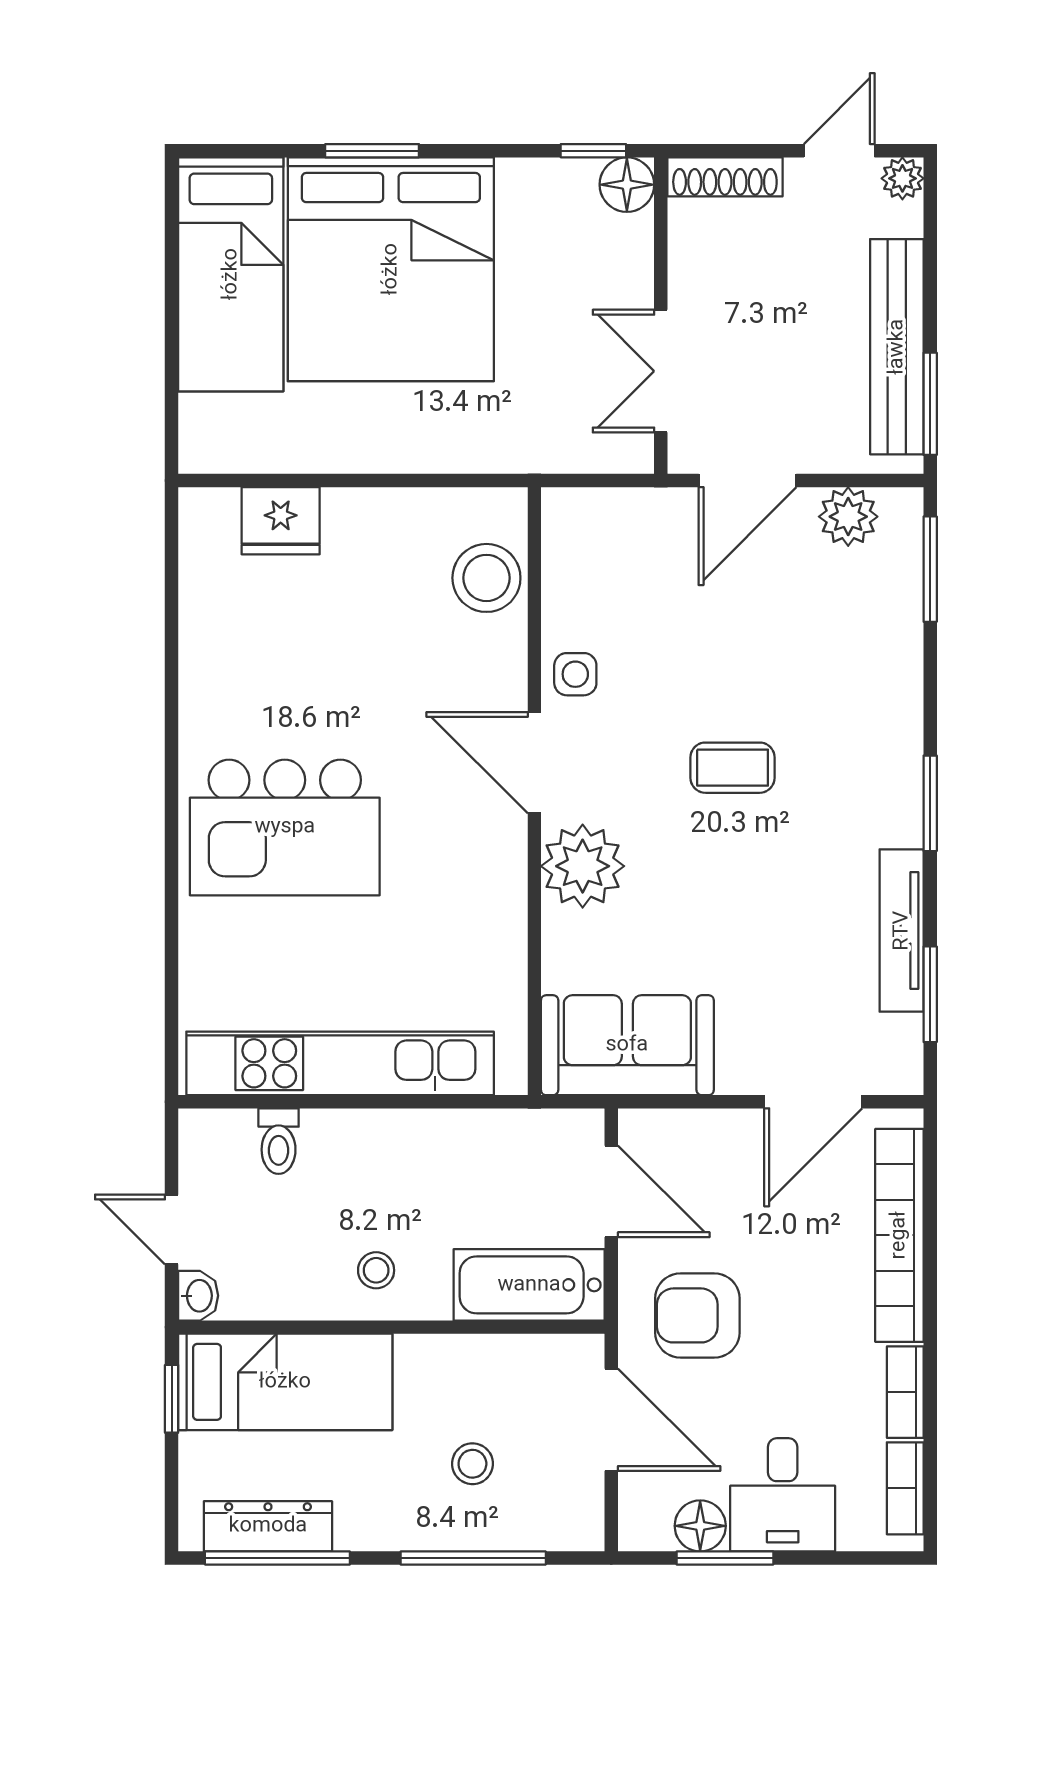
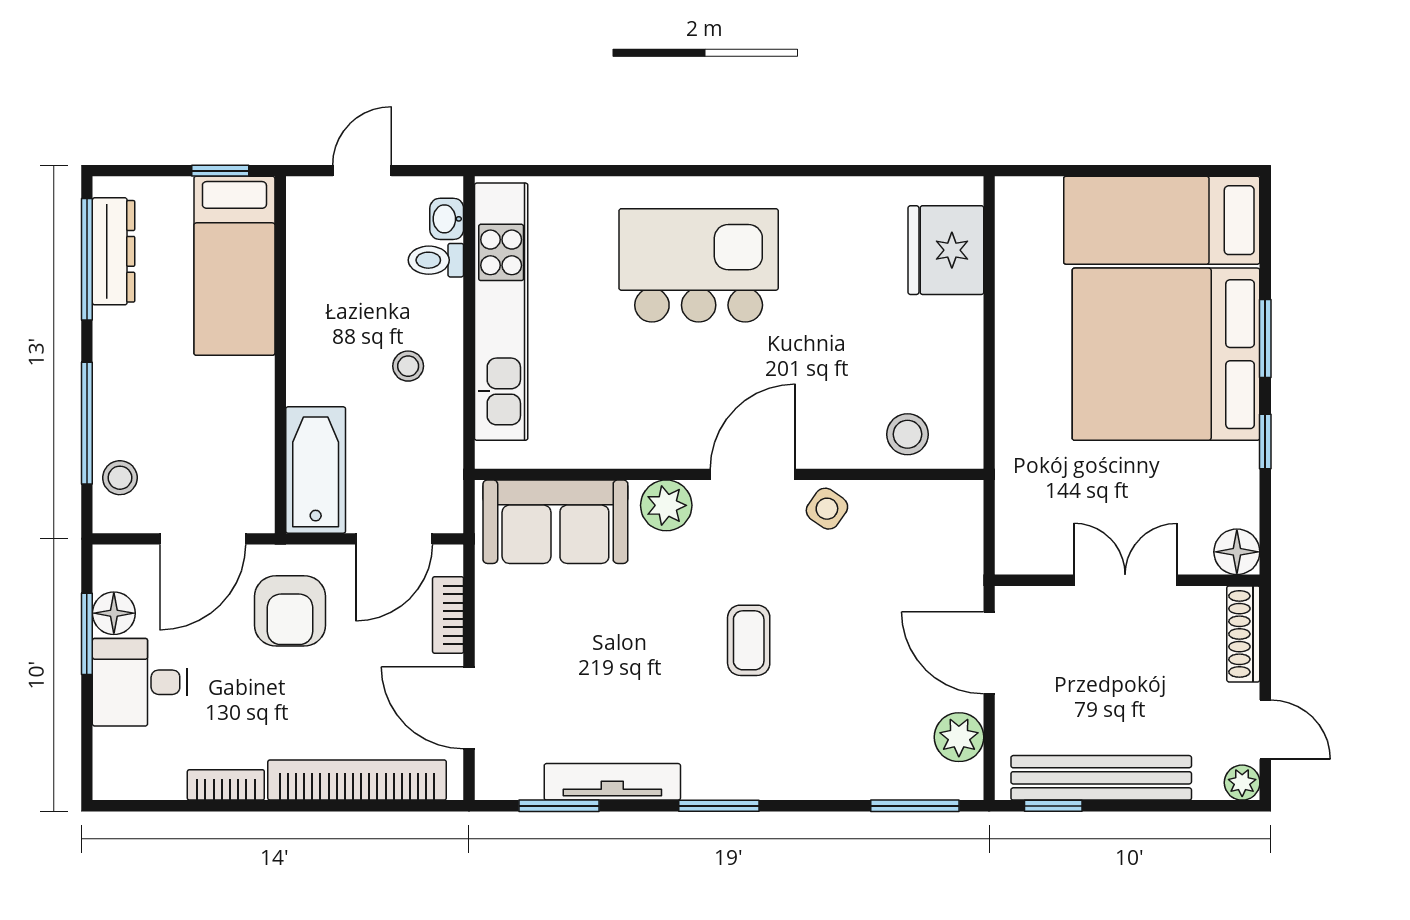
window: (593, 151) -> (1265, 441), moved
double door: (661, 371) -> (1125, 580), moved
window: (930, 404) -> (1053, 806), width x0.67
fridge: (281, 521) -> (946, 250), width x1.36, depth x1.34
stool: (486, 578) -> (908, 434), width x0.73, depth x0.73
side table: (575, 674) -> (827, 509), turned 35
kitchen island: (285, 827) -> (699, 265), turned 90
plant: (583, 866) -> (666, 505), width x0.73, depth x0.73
sofa: (627, 1045) -> (555, 522), moved, turned 90
stool: (376, 1270) -> (408, 366), moved
washbasin: (198, 1296) -> (447, 219), moved, turned 90
armchair: (697, 1315) -> (290, 611), turned 180
stool: (472, 1464) -> (120, 478), moved
bookcase: (905, 1488) -> (448, 615), moved, turned -90

